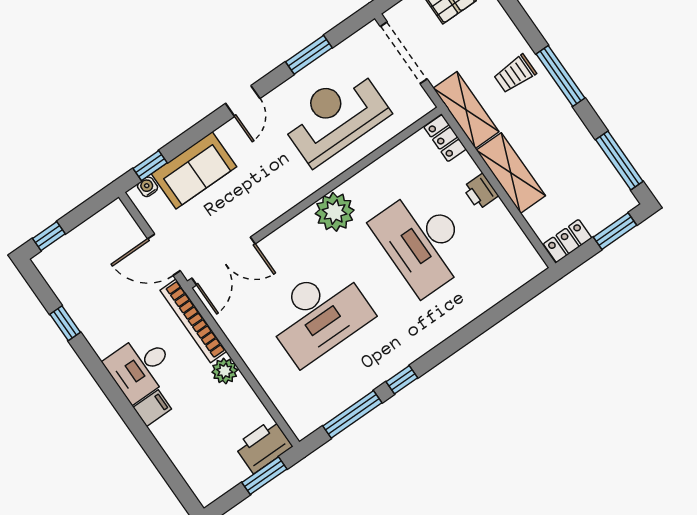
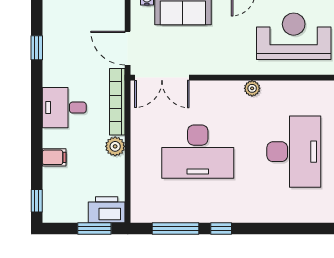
plant: (335, 212) -> (252, 88), width x0.53, depth x0.53
desk: (422, 242) -> (294, 152), turned 180
filing cabinet: (152, 408) -> (54, 157), moved
window: (181, 489) -> (37, 201), added

